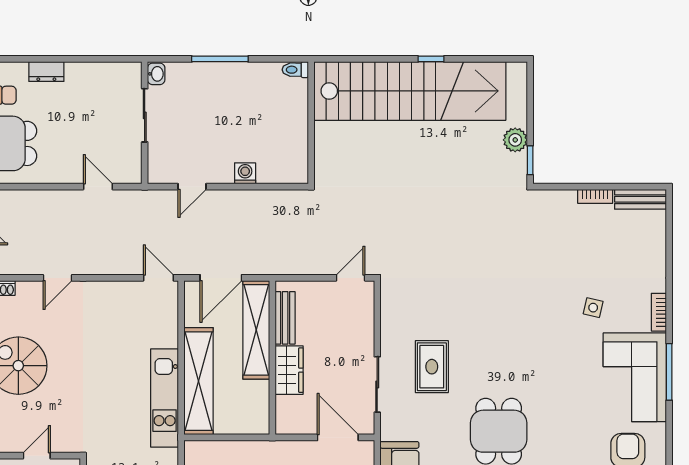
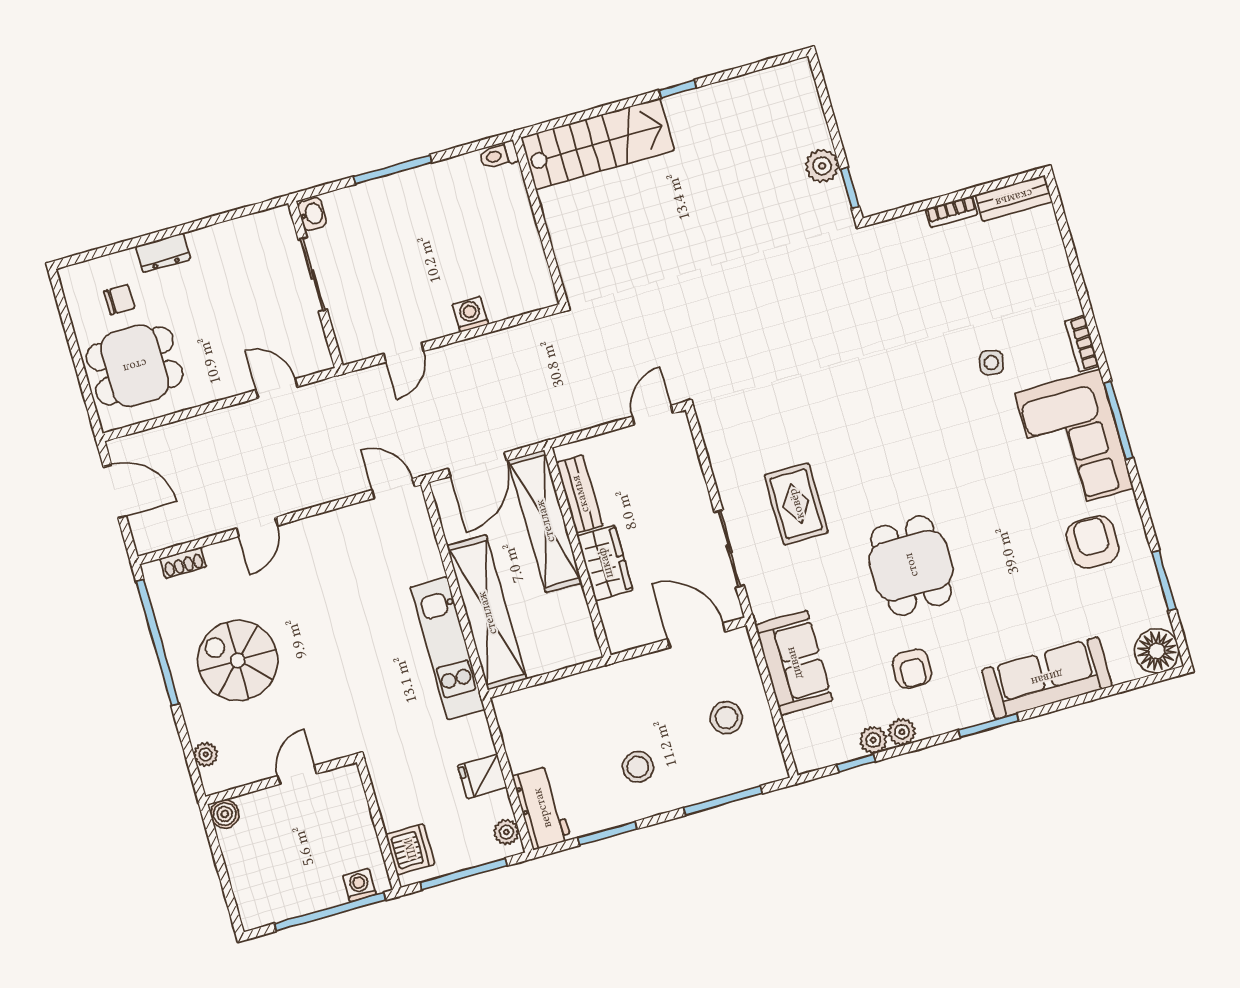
stairs: (410, 91) -> (598, 144), width x0.54, depth x0.66

